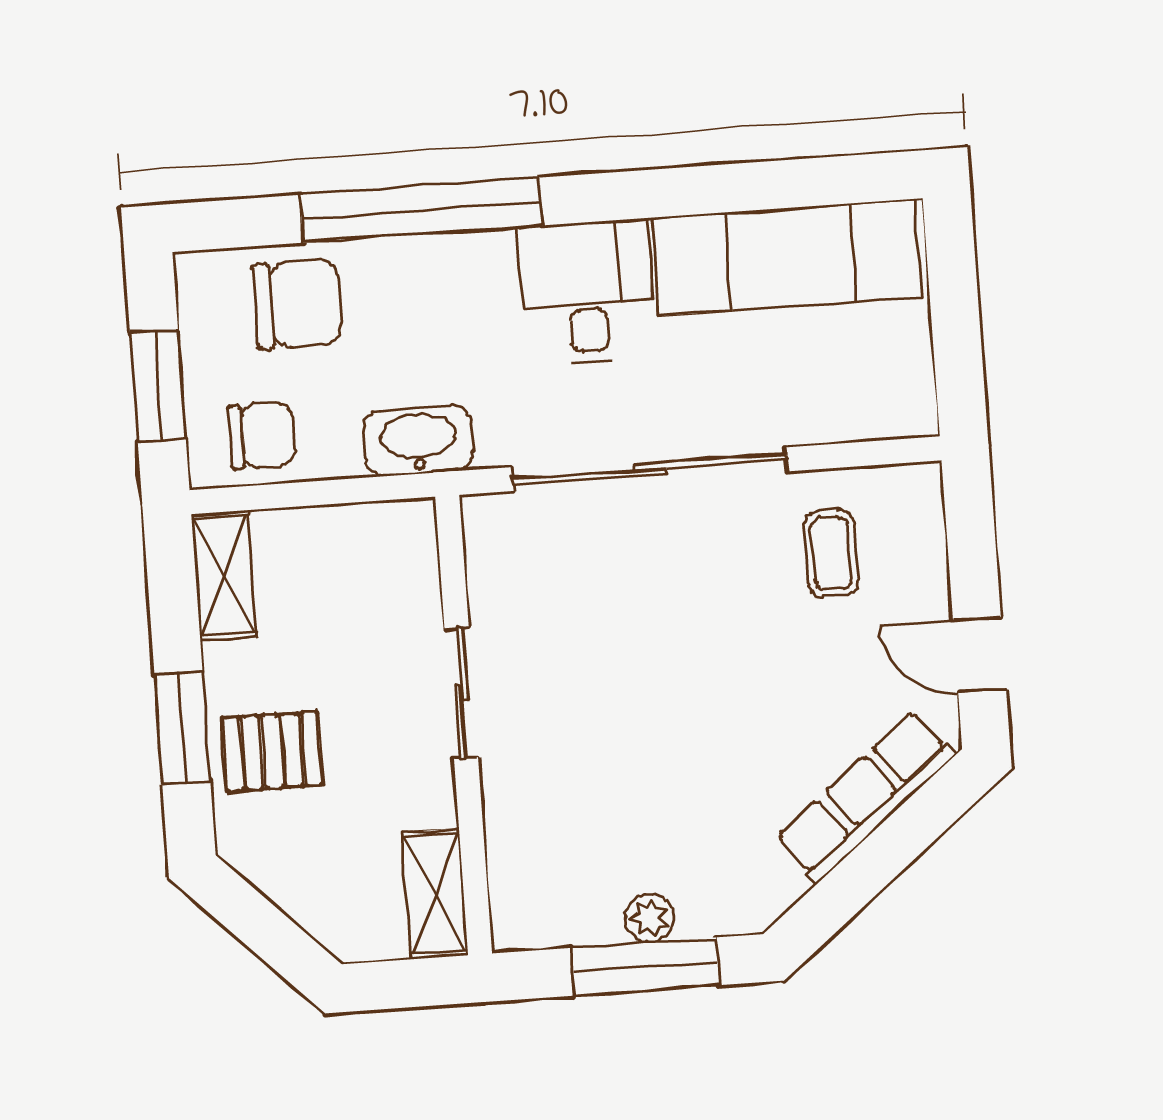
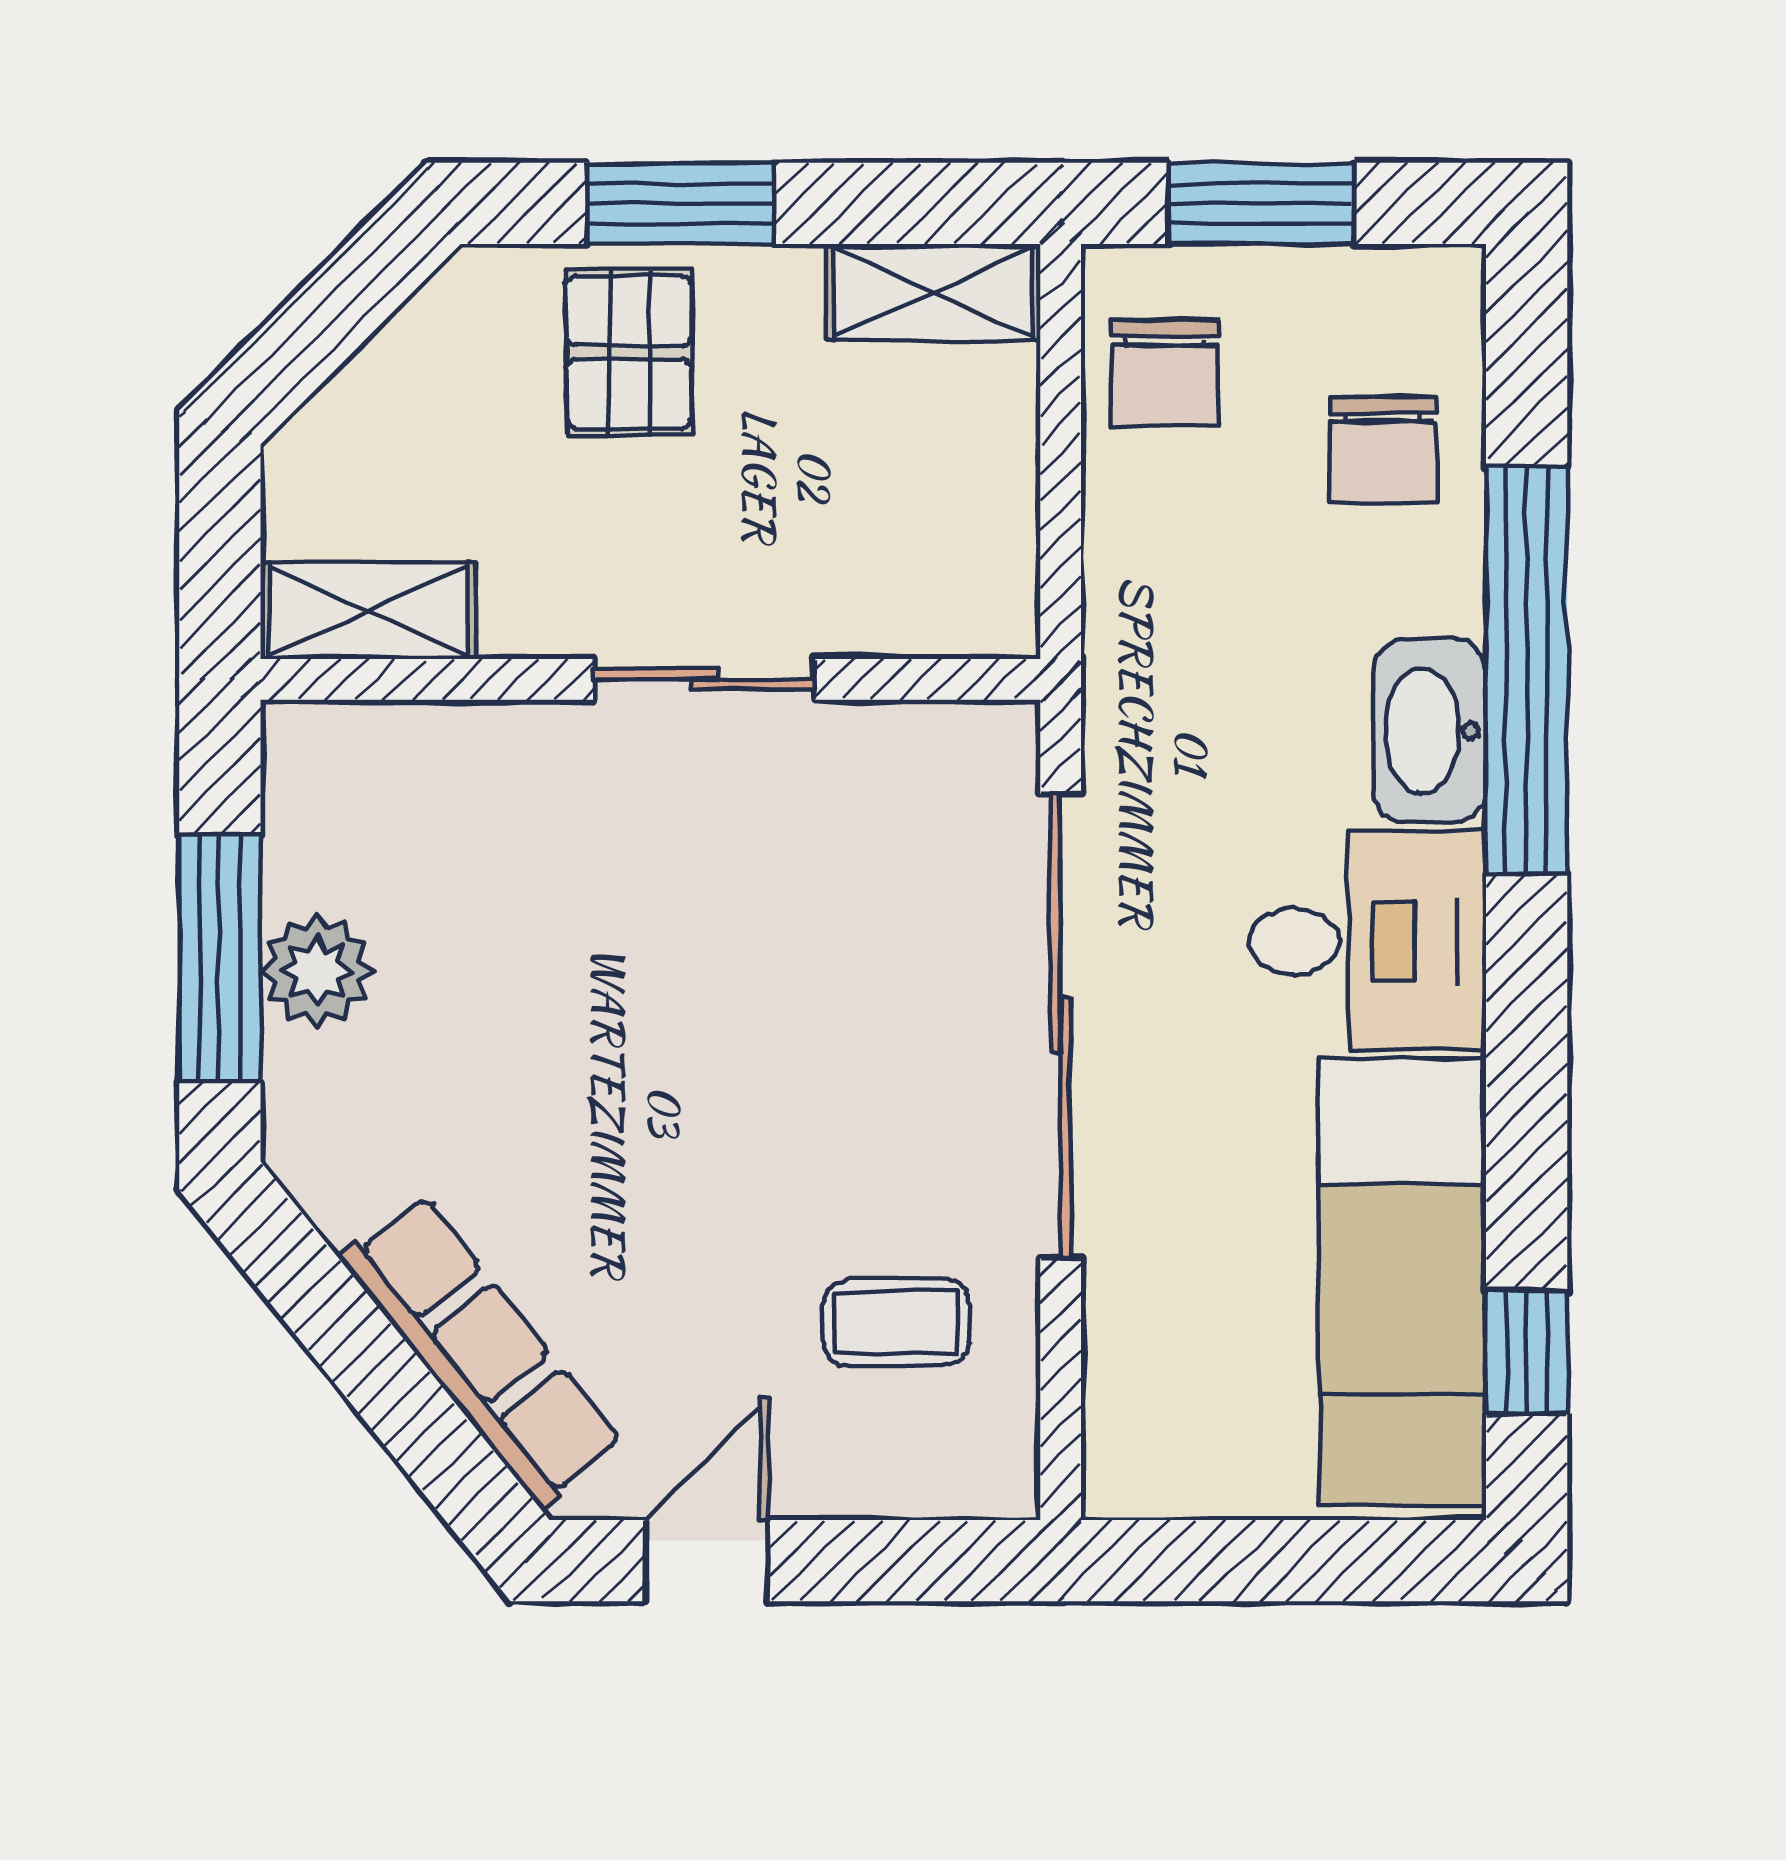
window: (822, 181) -> (1527, 1352), added
chair: (297, 304) -> (1383, 449), width x0.73, depth x0.73
washbasin: (418, 440) -> (1430, 731), moved, turned 180
plant: (650, 918) -> (317, 971), width x1.38, depth x1.38

